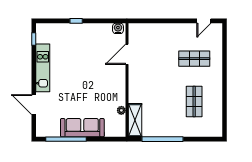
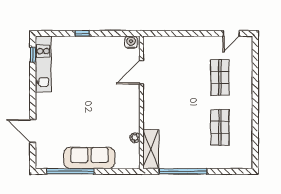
shop shelf: (194, 59) -> (220, 77), turned 90
kitchen unit: (43, 68) -> (43, 64), moved

